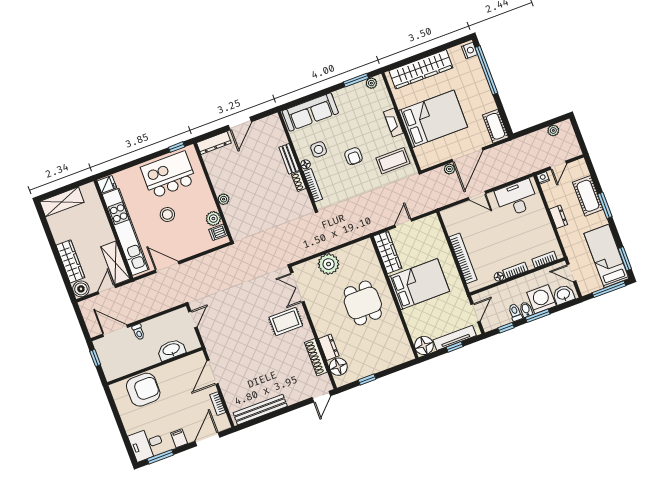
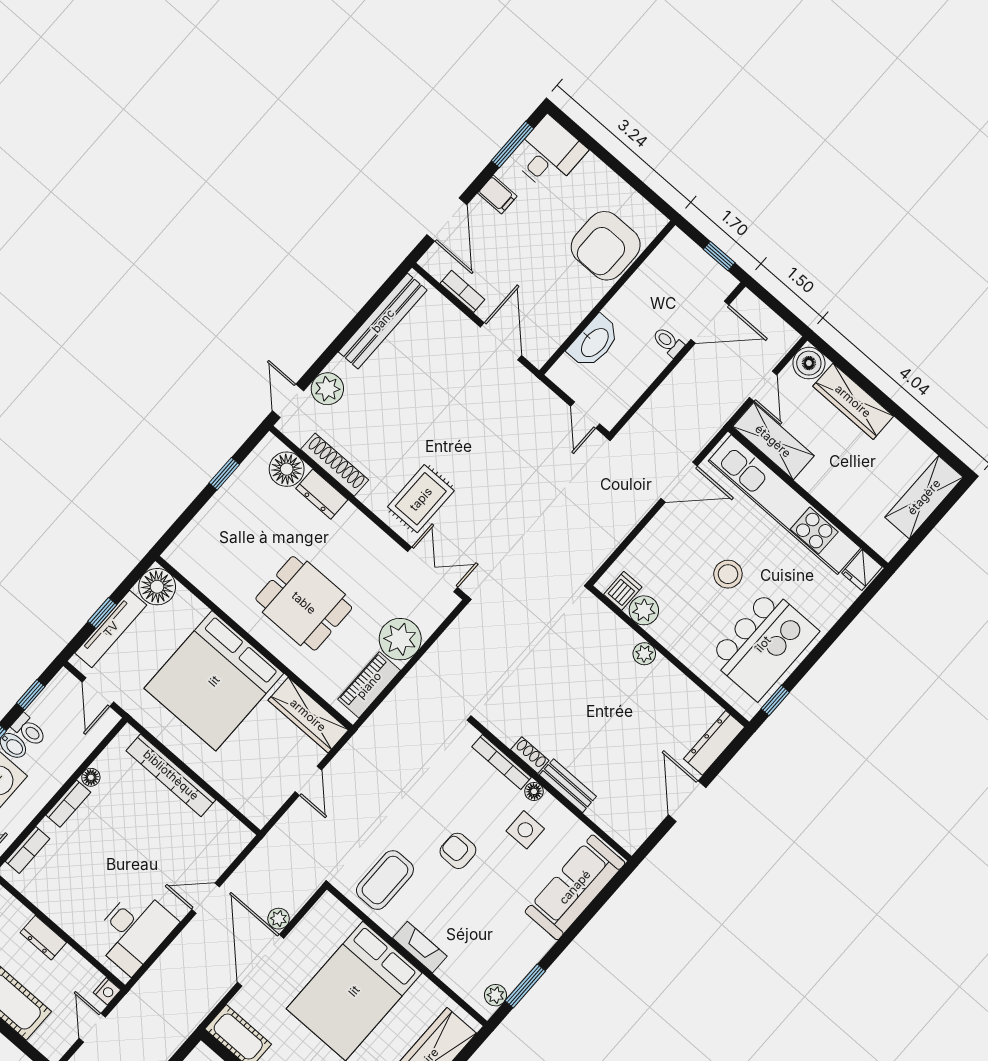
piano: (353, 251) -> (369, 685), added
bed: (419, 284) -> (214, 681), width x1.36
plant: (301, 393) -> (327, 389), added

